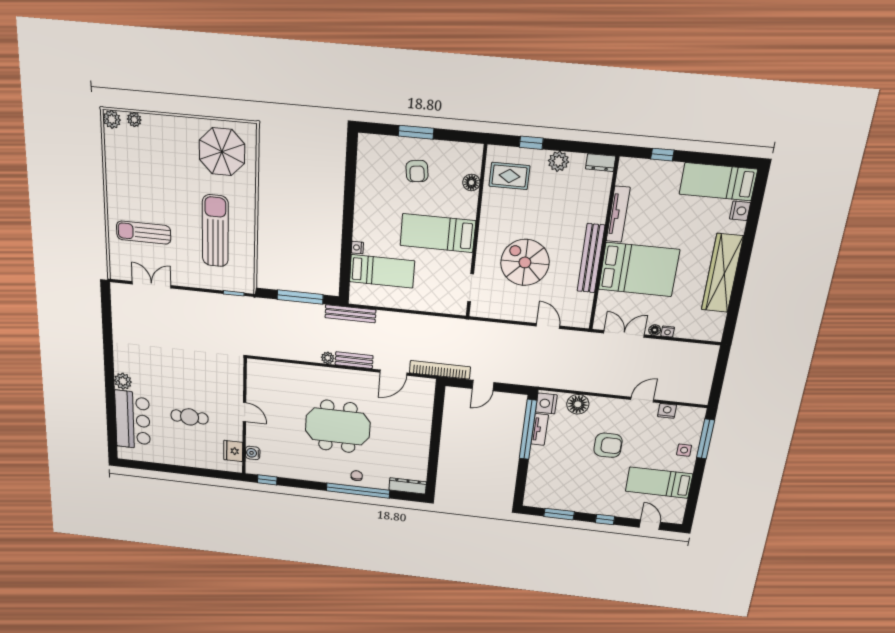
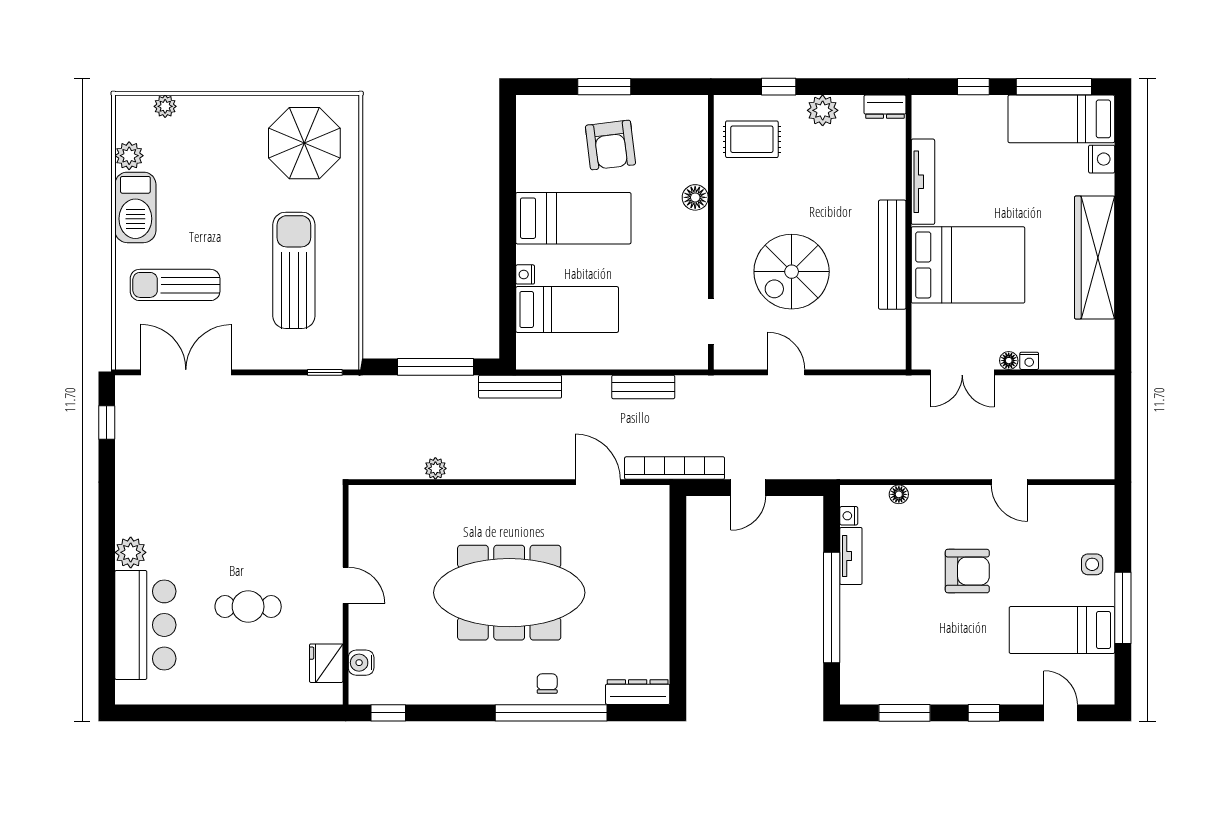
plant: (112, 119) -> (129, 156), moved
window: (717, 160) -> (1054, 87), added
armchair: (417, 171) -> (610, 145), width x1.38, depth x1.38
barbecue: (118, 183) -> (135, 207), added
floor lamp: (471, 183) -> (695, 197), moved
bed: (438, 233) -> (573, 218), moved, turned 180
spiral stairs: (525, 262) -> (792, 272), turned -90
double door: (152, 285) -> (186, 372), width x1.37
window: (106, 309) -> (107, 423), added
door: (548, 326) -> (786, 372), moved
double door: (624, 334) -> (962, 372), swing flipped
plant: (328, 358) -> (435, 468), moved
bench: (354, 360) -> (643, 387), moved
door: (393, 373) -> (598, 482), swing flipped
door: (642, 400) -> (1009, 482), swing flipped
nightstand: (546, 403) -> (849, 516), width x0.53, depth x0.56
floor lamp: (578, 404) -> (899, 494), width x0.53, depth x0.53
nightstand: (667, 411) -> (1052, 497), removed
meeting table: (338, 426) -> (509, 593), width x1.36
window: (528, 430) -> (832, 607), moved
window: (706, 439) -> (1123, 608), moved

